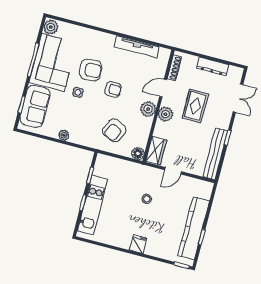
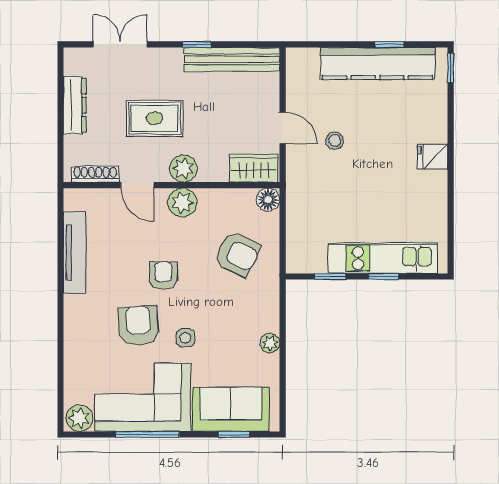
stool: (147, 199) -> (335, 141), moved

